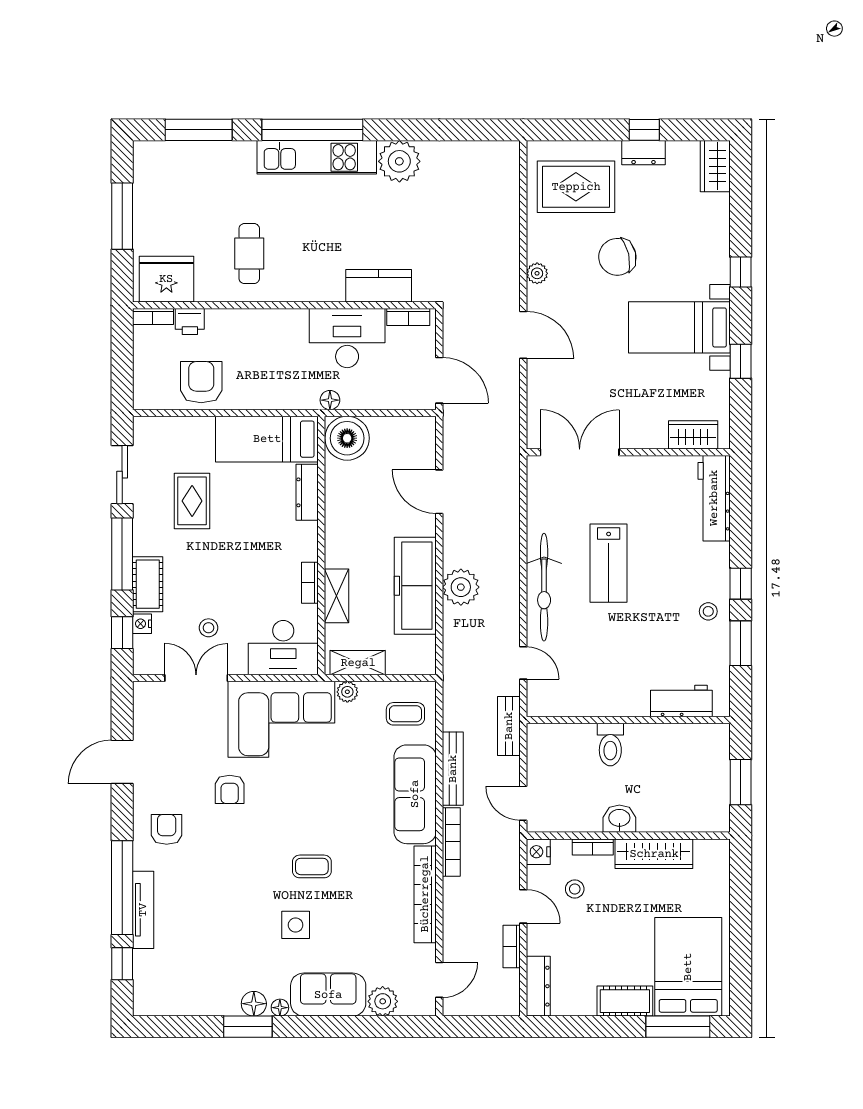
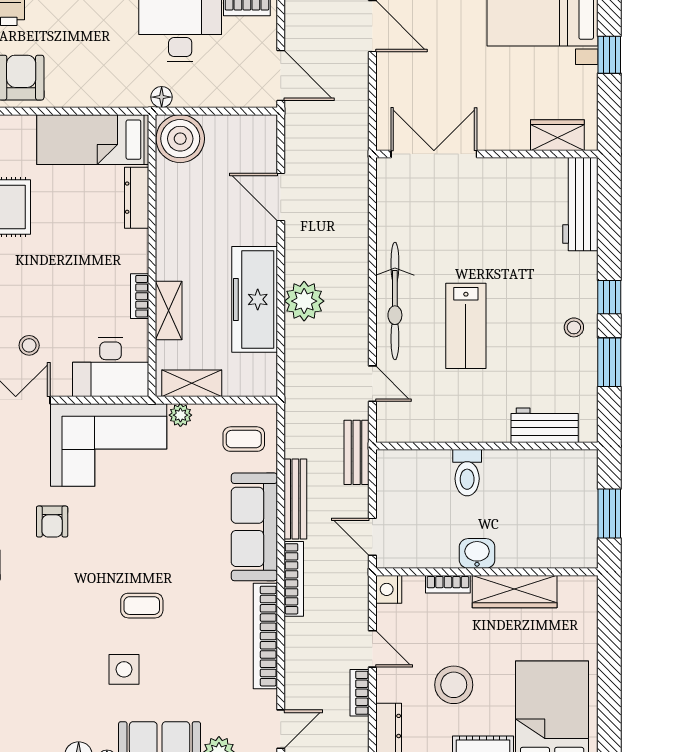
lab bench: (609, 563) -> (466, 326), moved
stool: (575, 889) -> (454, 685), moved, width x1.89, depth x1.89

